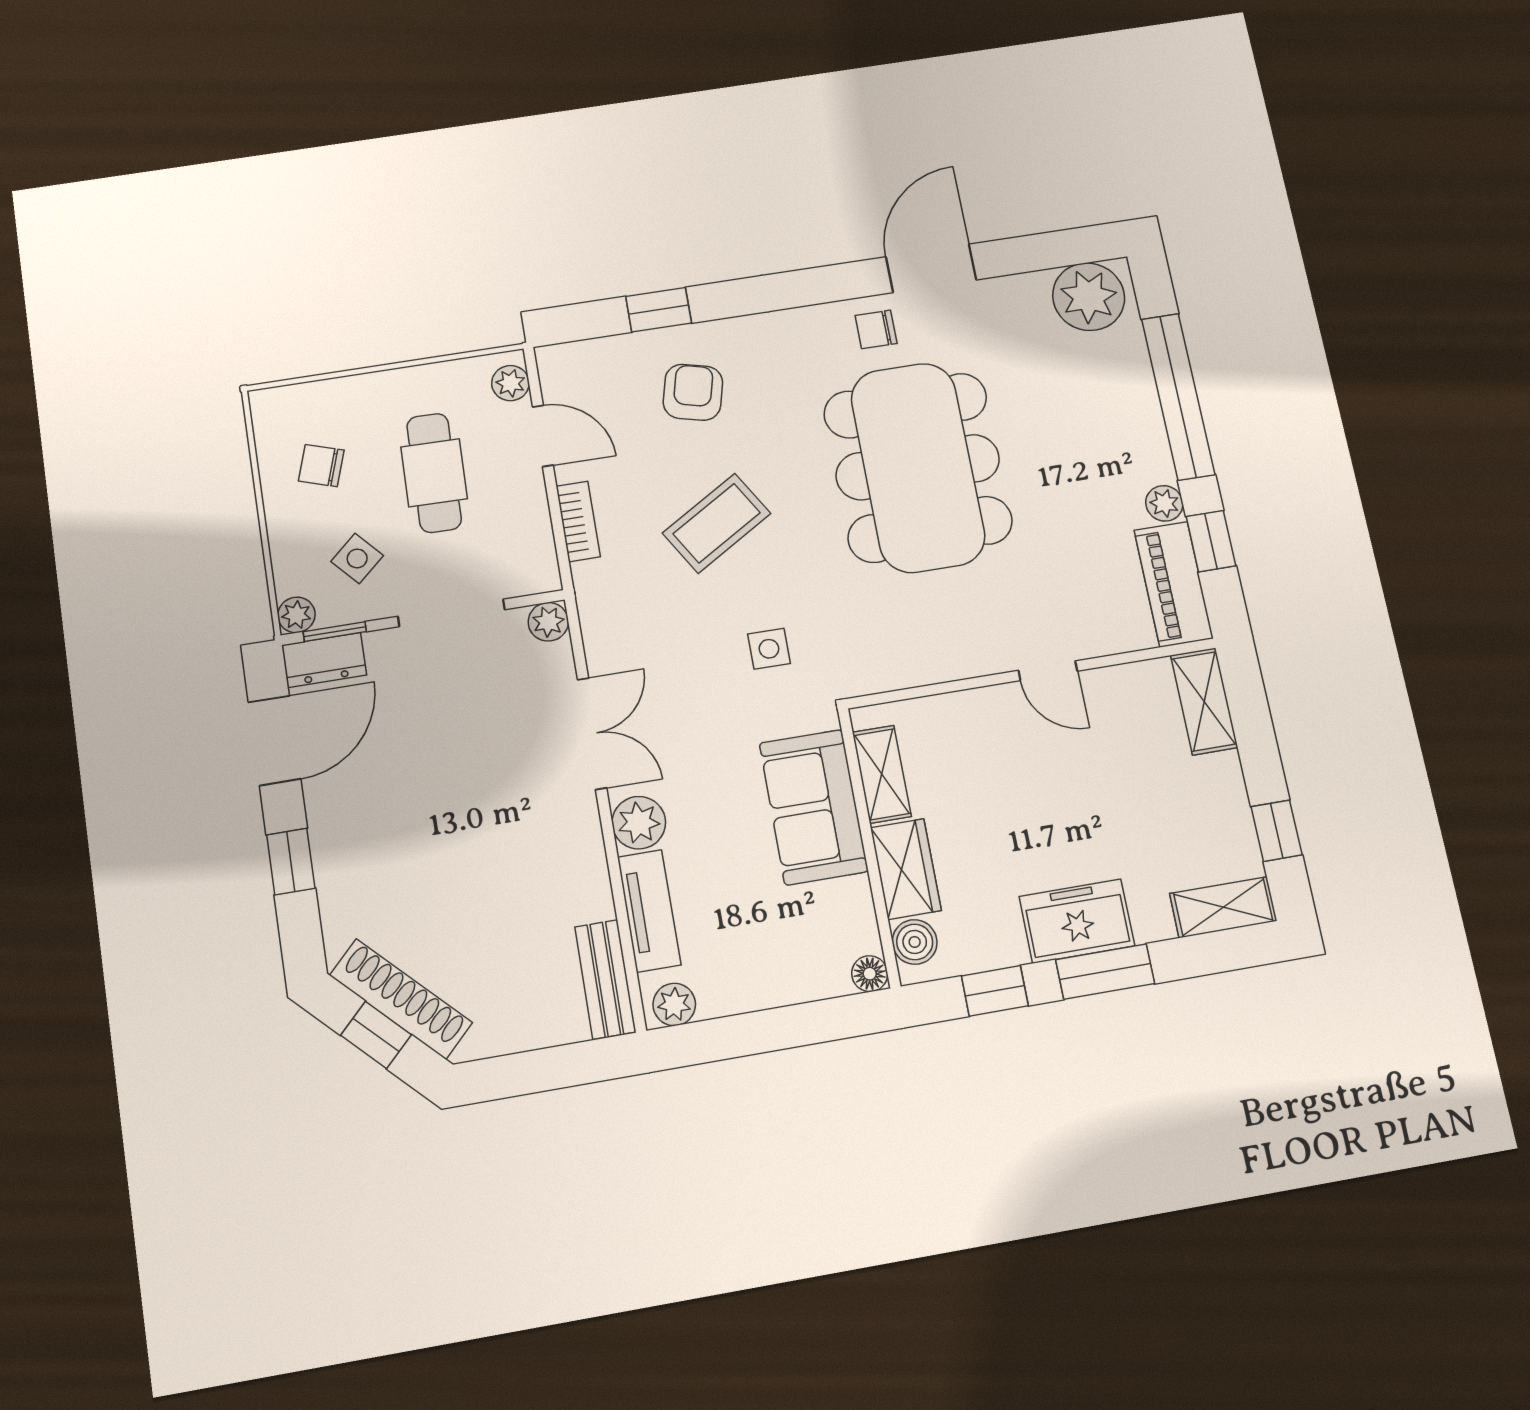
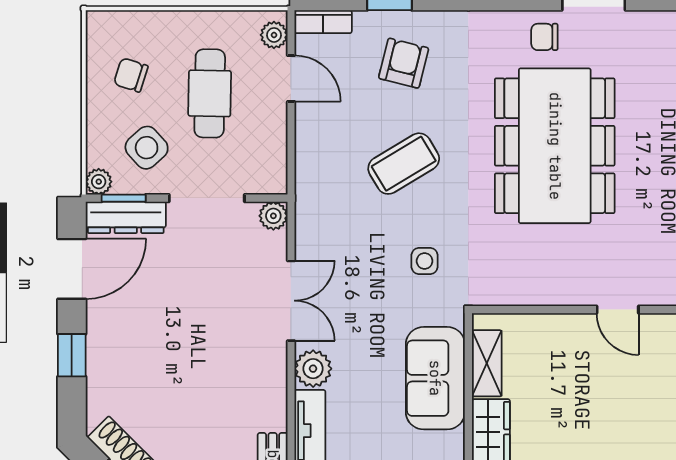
bookcase: (578, 521) -> (323, 22), moved, turned 90
side table: (357, 558) -> (147, 148), width x1.37, depth x1.37
dresser: (324, 660) -> (126, 217), width x1.44

